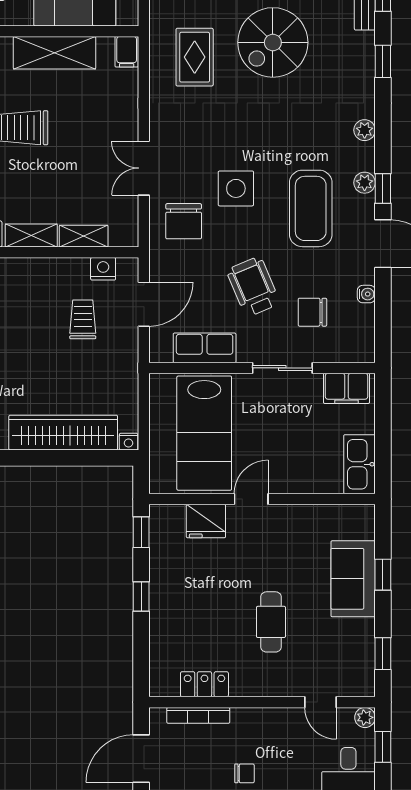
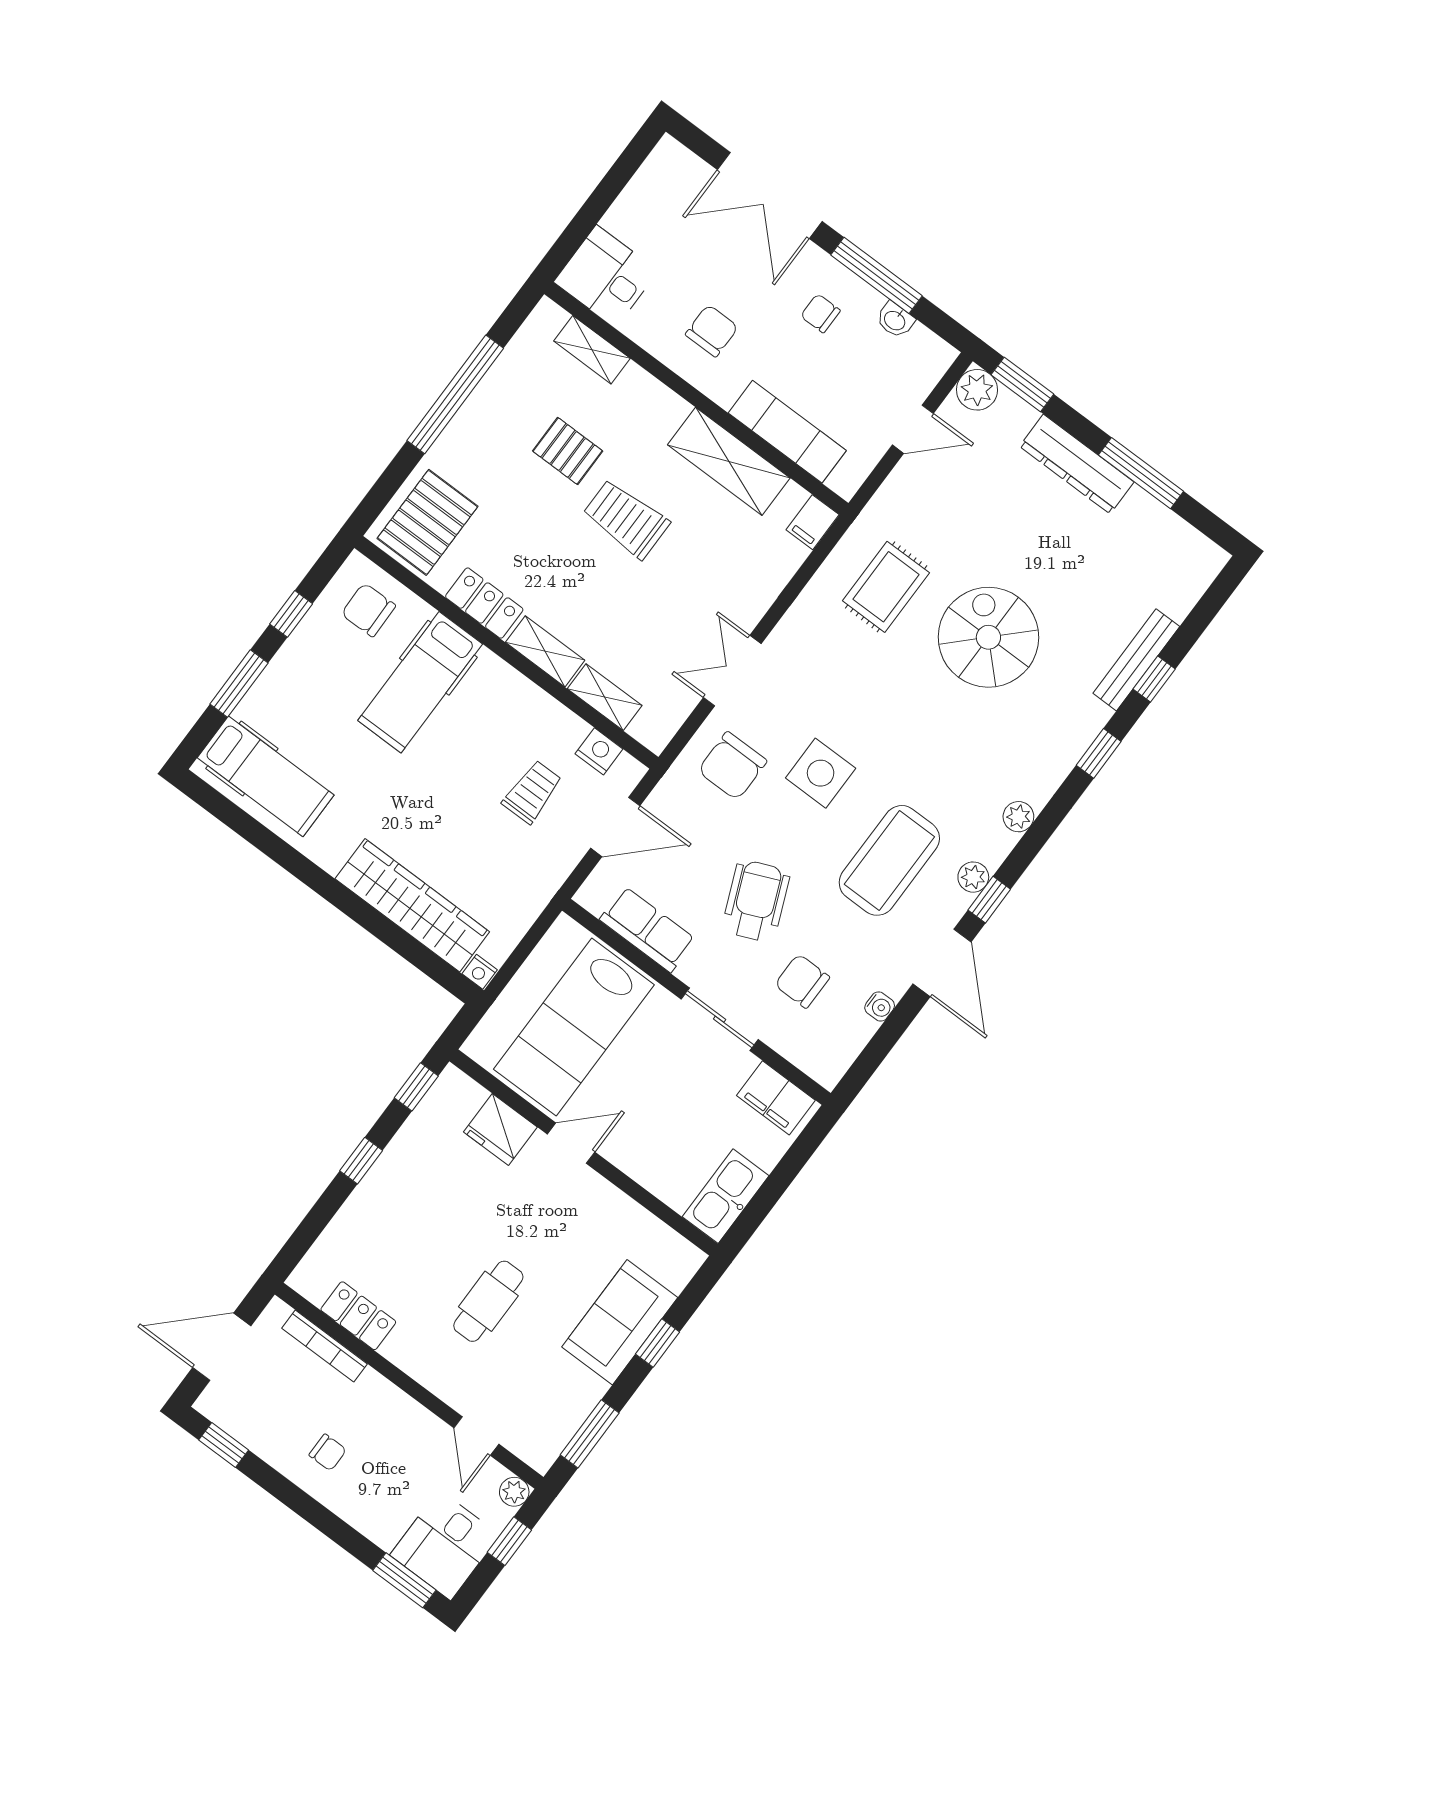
spiral stairs: (273, 42) -> (988, 637), turned 90
window: (383, 654) -> (590, 1434), width x1.50

